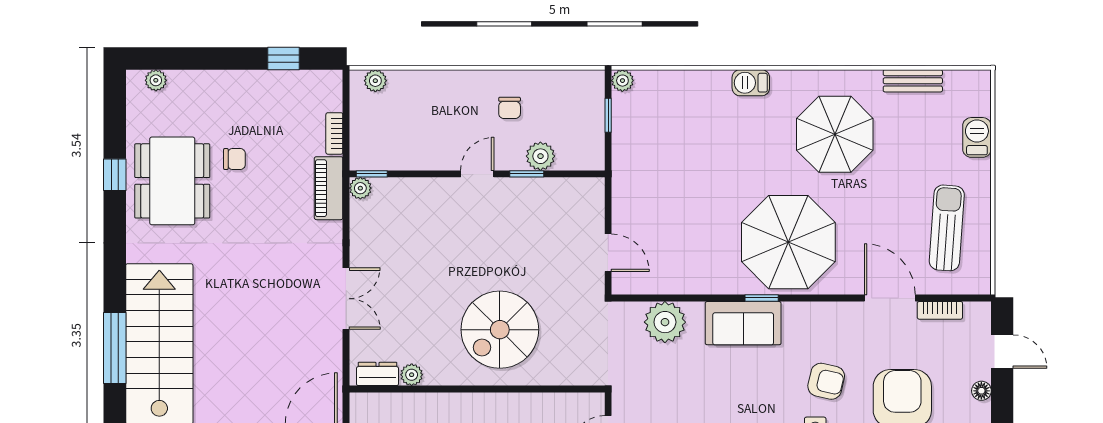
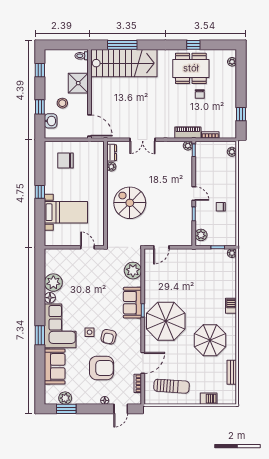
plant: (540, 156) -> (201, 235), moved

